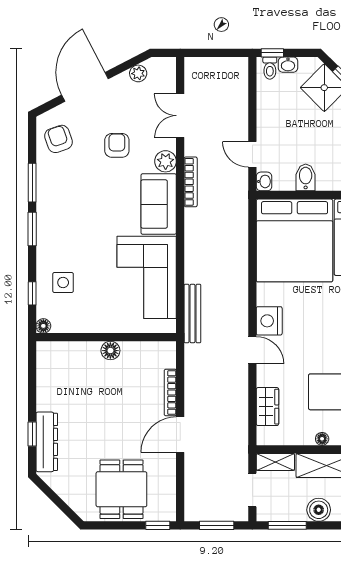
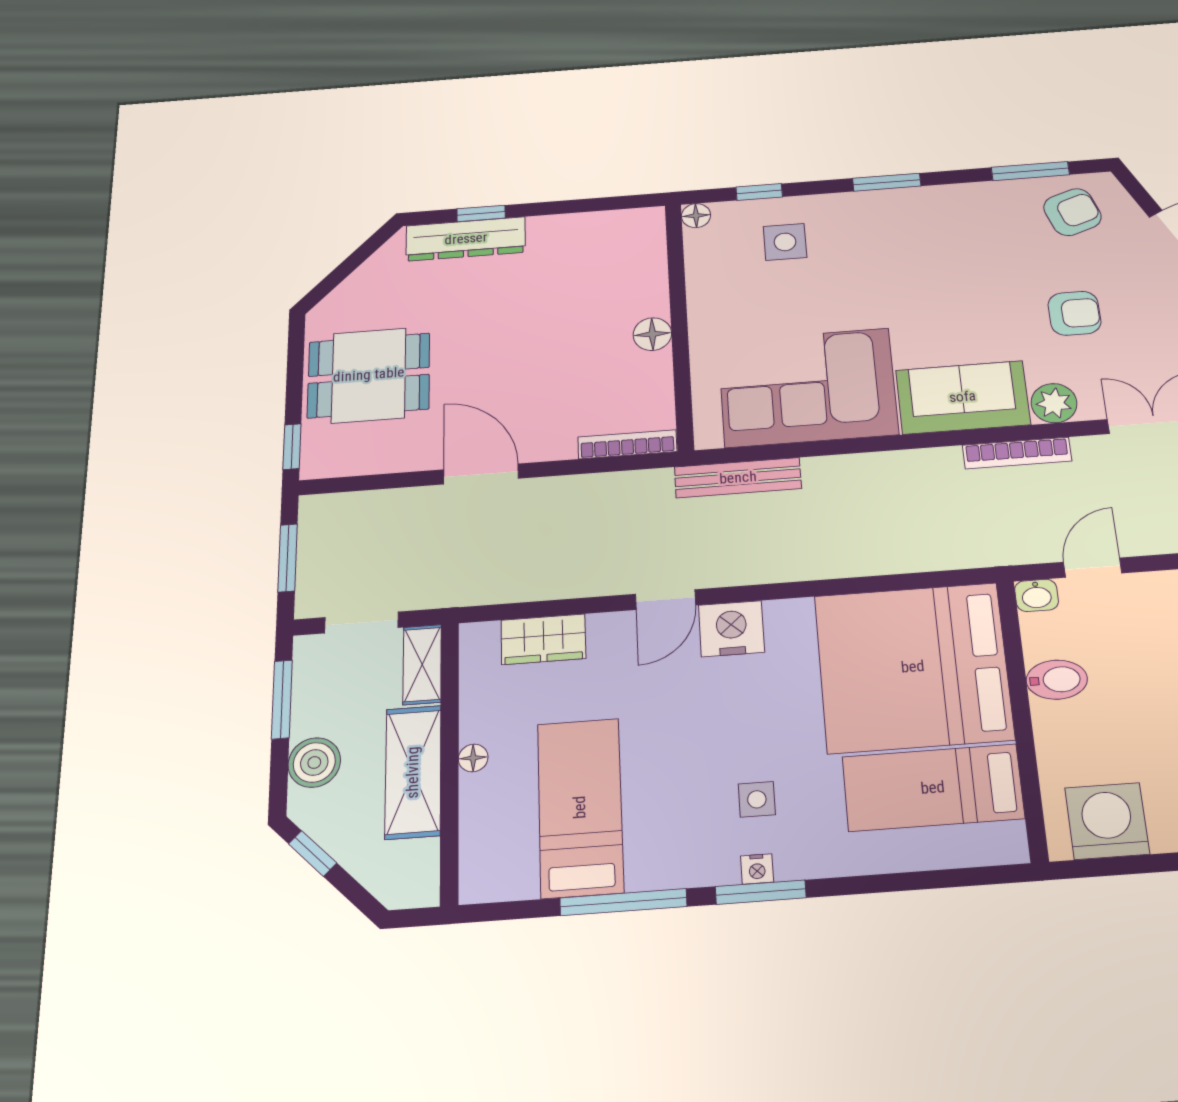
window: (32, 183) -> (1030, 171), moved
bookcase: (170, 392) -> (627, 444), moved

